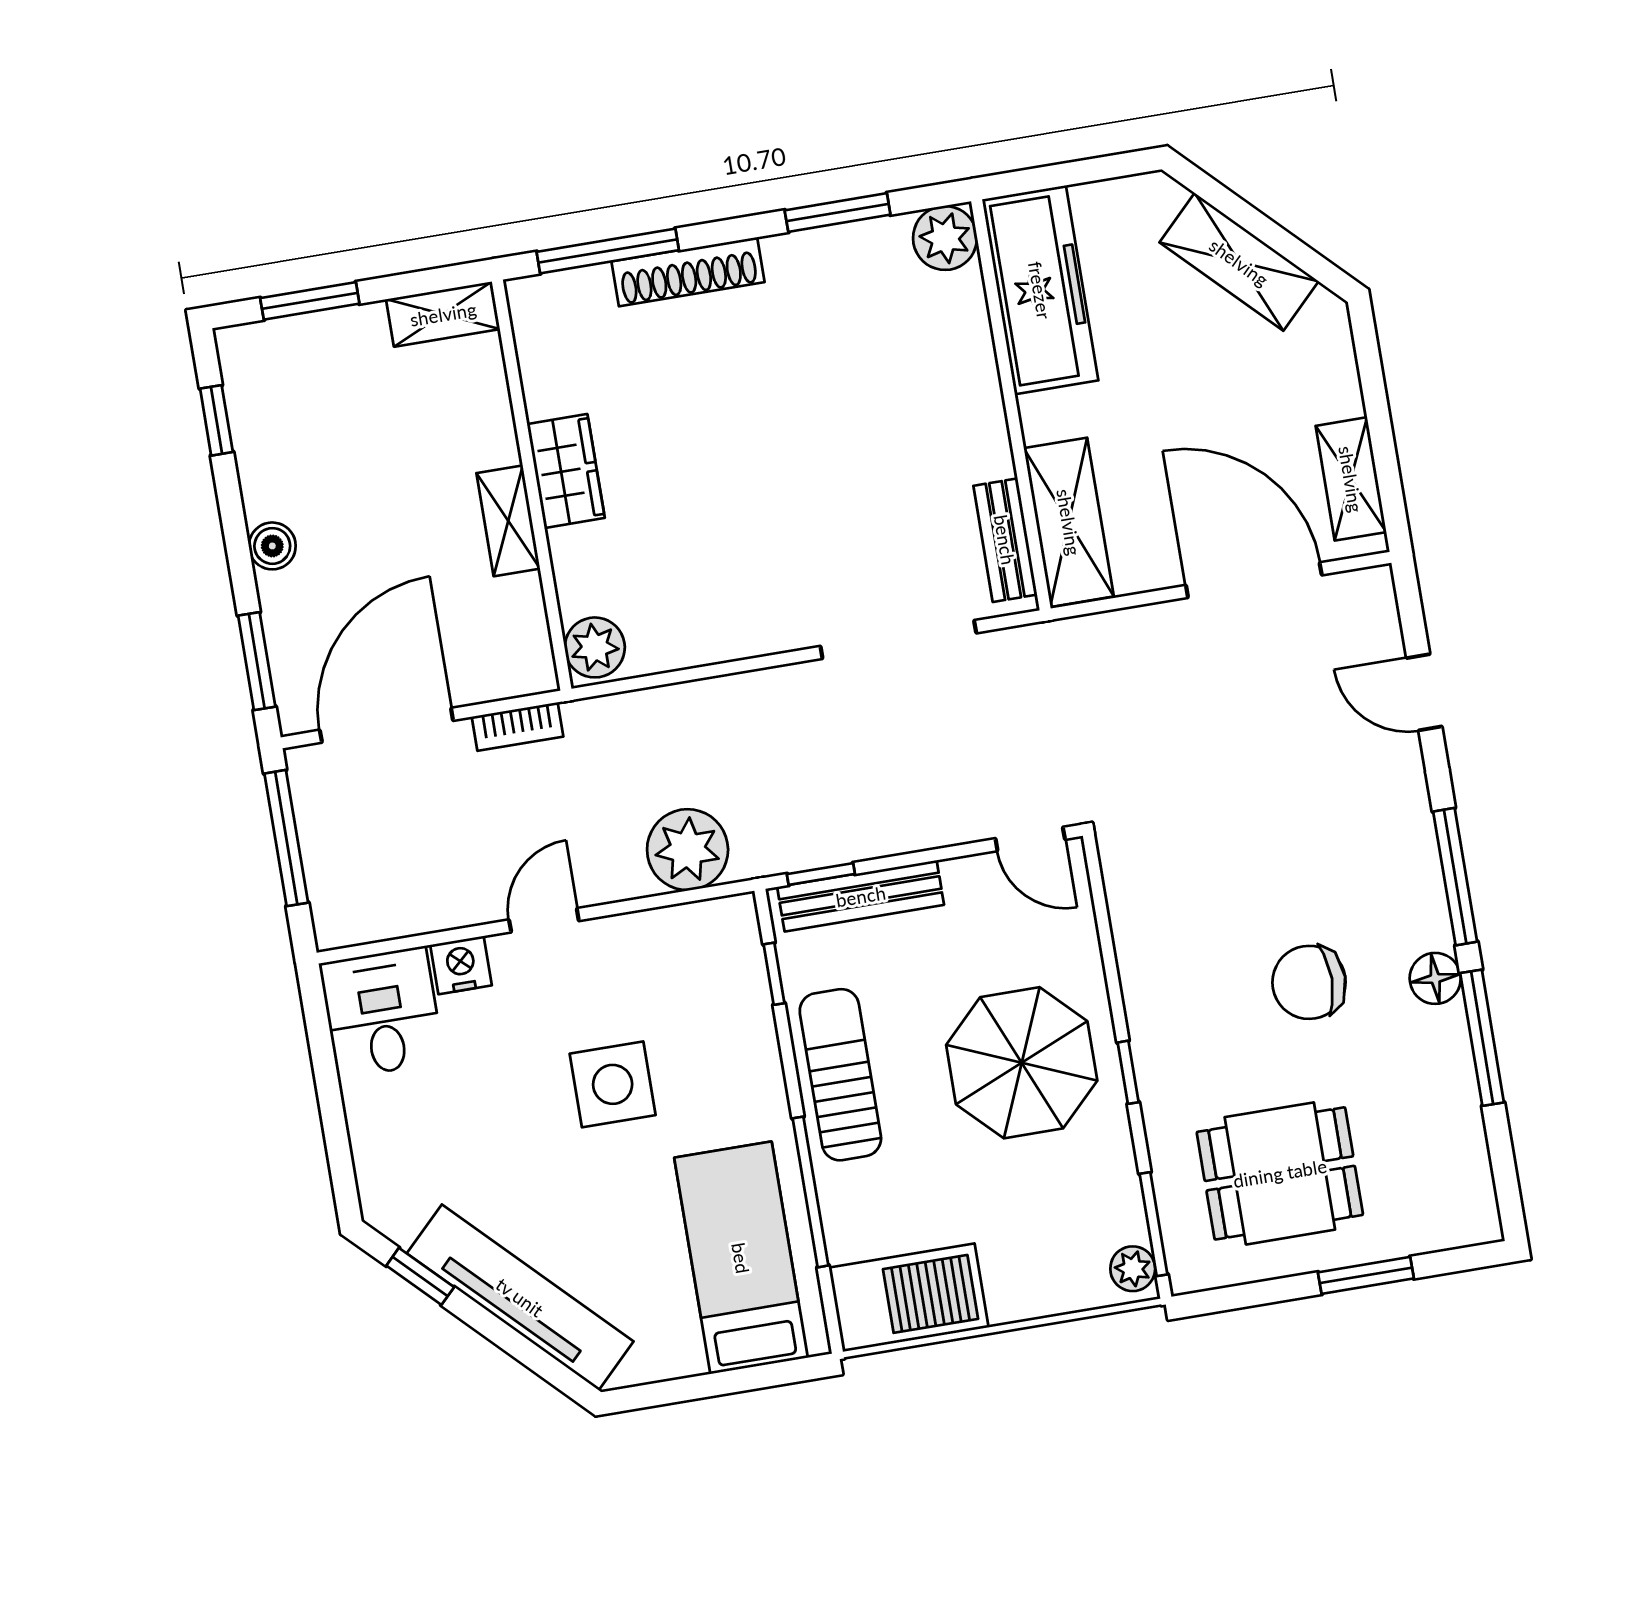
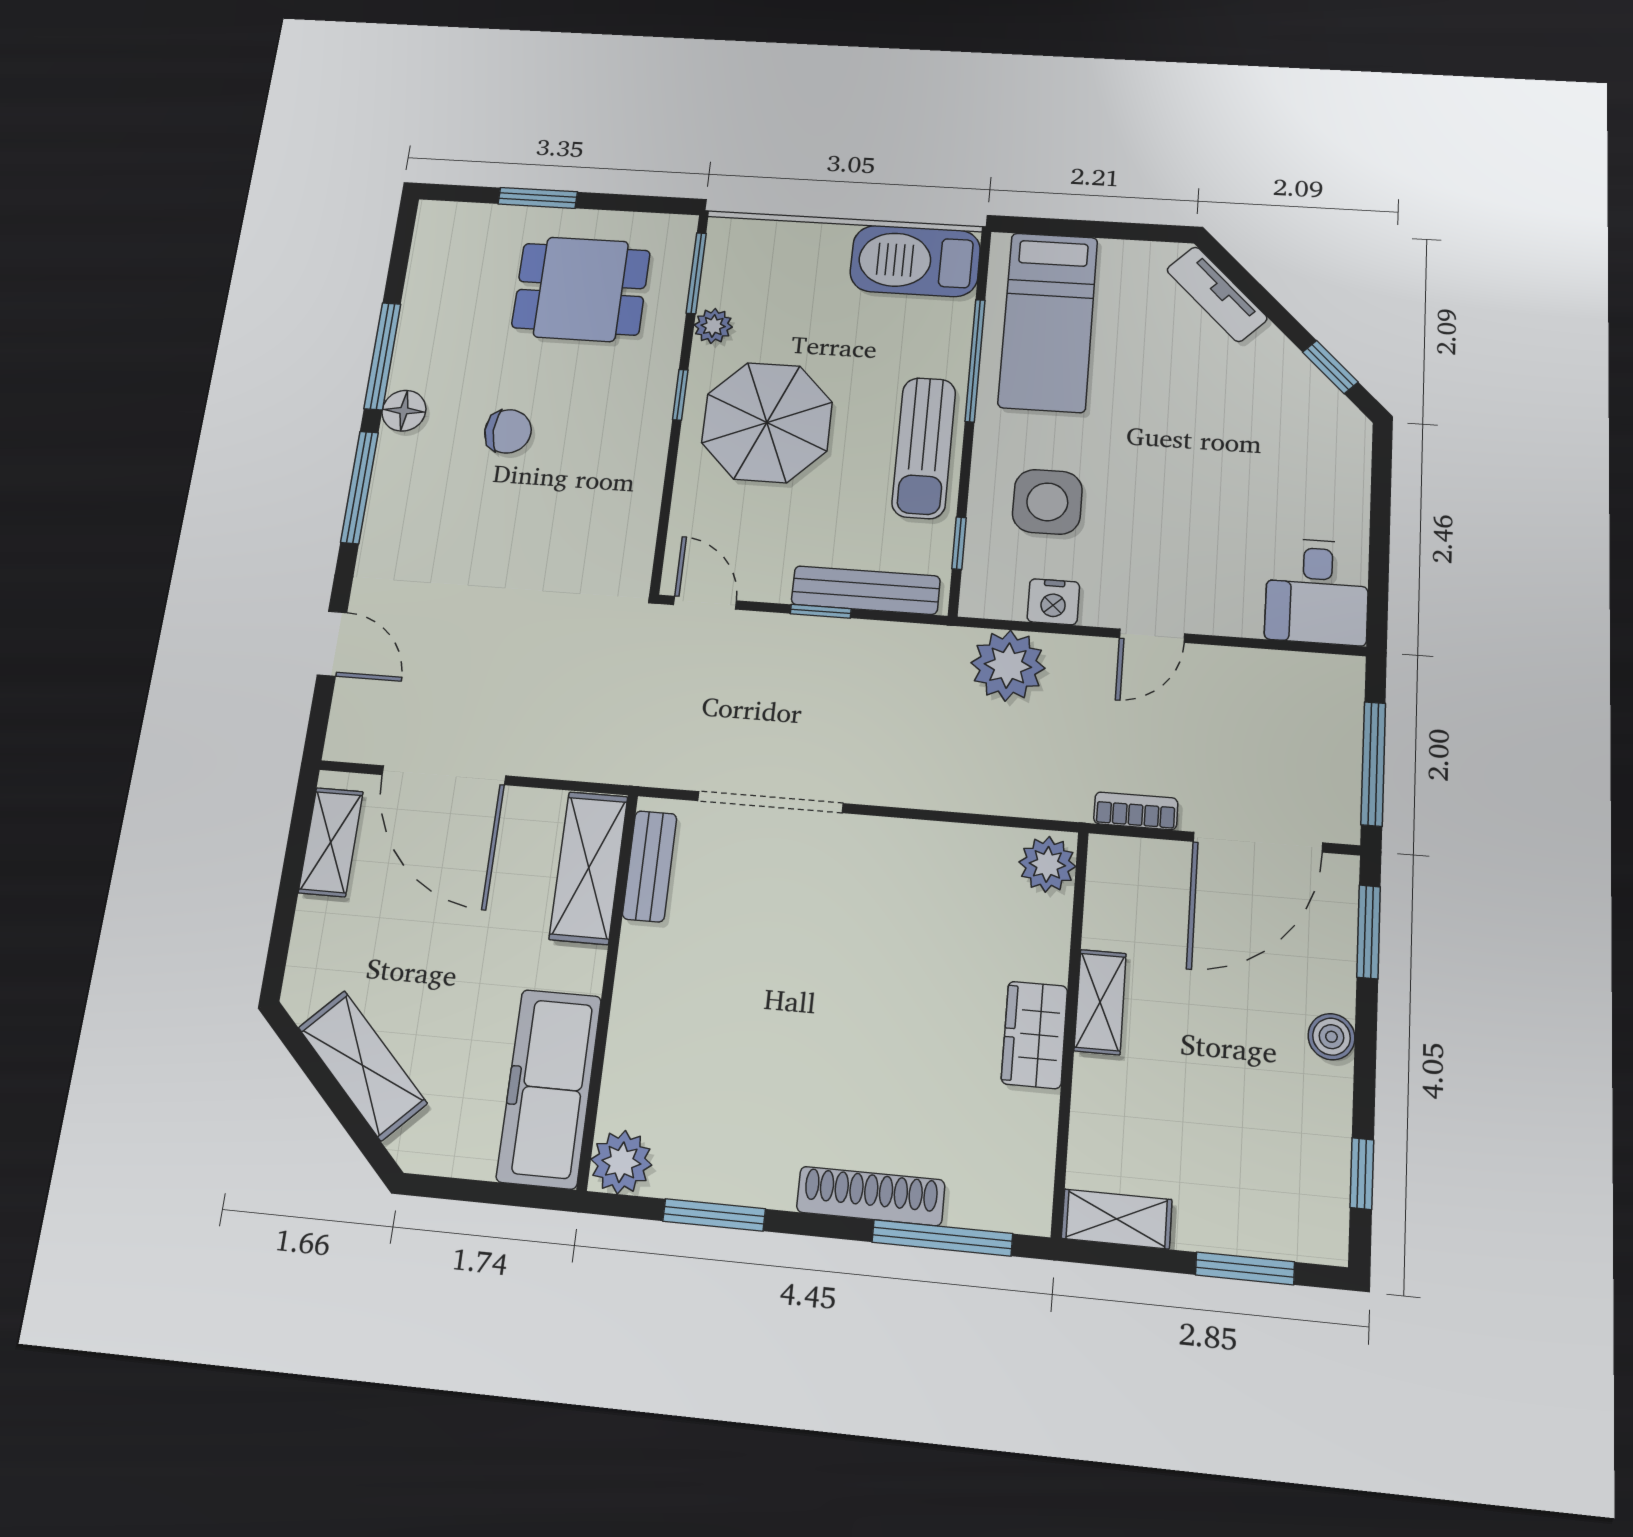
window: (821, 874) -> (821, 611), moved
nightstand: (461, 965) -> (1053, 602), moved
chair: (1309, 982) -> (508, 431), width x0.73, depth x0.73
side table: (613, 1084) -> (1047, 502), moved
plant: (1133, 1269) -> (713, 326), moved
tv unit: (520, 1297) -> (1217, 294), width x0.52, depth x0.78

